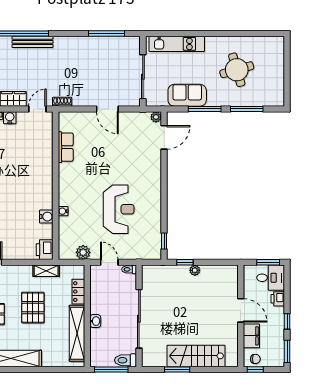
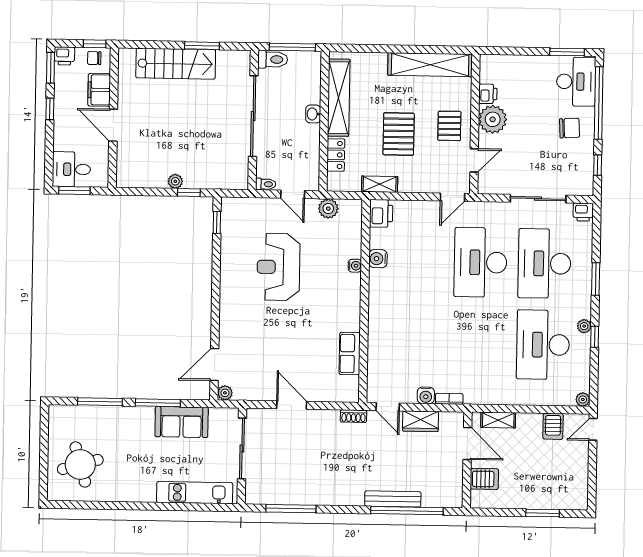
round table: (237, 70) -> (80, 464), moved
door: (37, 109) -> (388, 407), hinge flipped
printer: (278, 299) -> (64, 56), moved, turned 90

